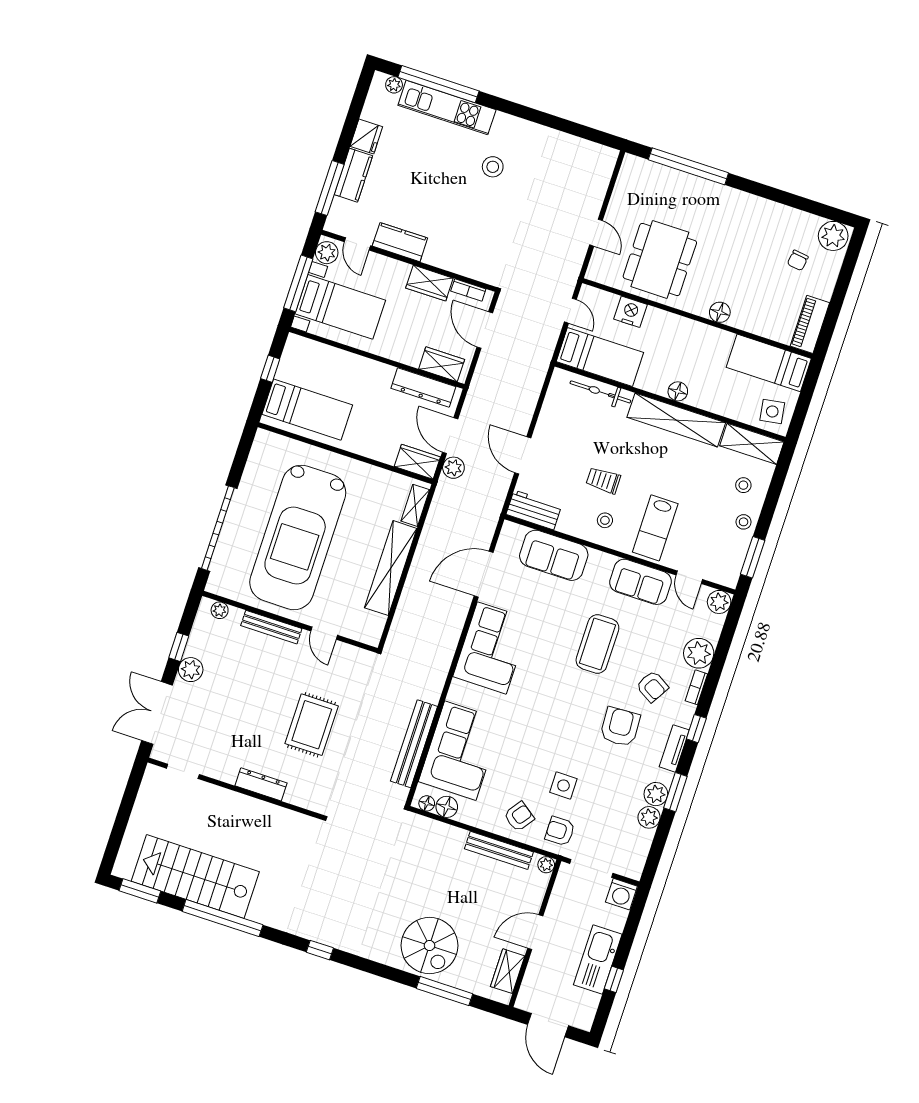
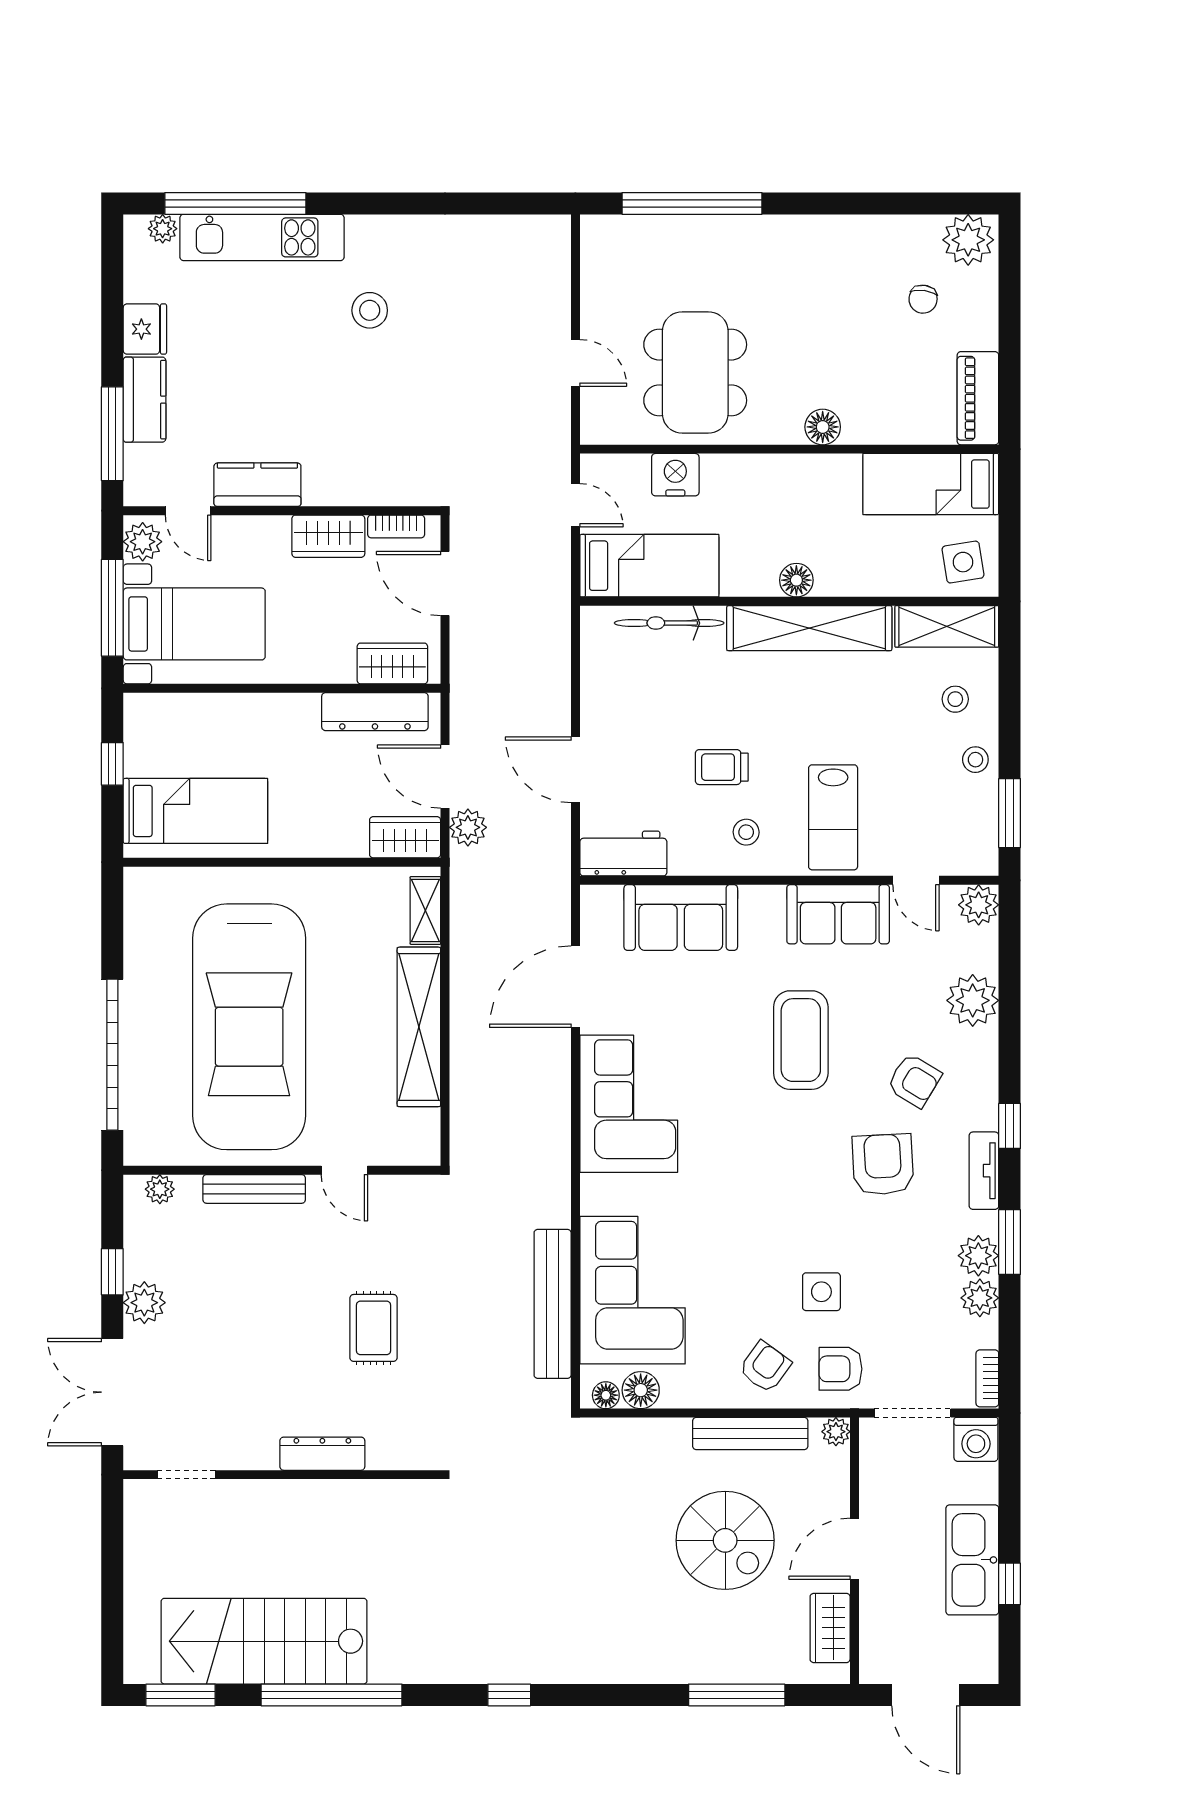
bookcase: (696, 687) -> (987, 1378), moved
rug: (312, 725) -> (373, 1328), width x0.73, depth x0.70
spiral stairs: (429, 946) -> (725, 1540), moved

